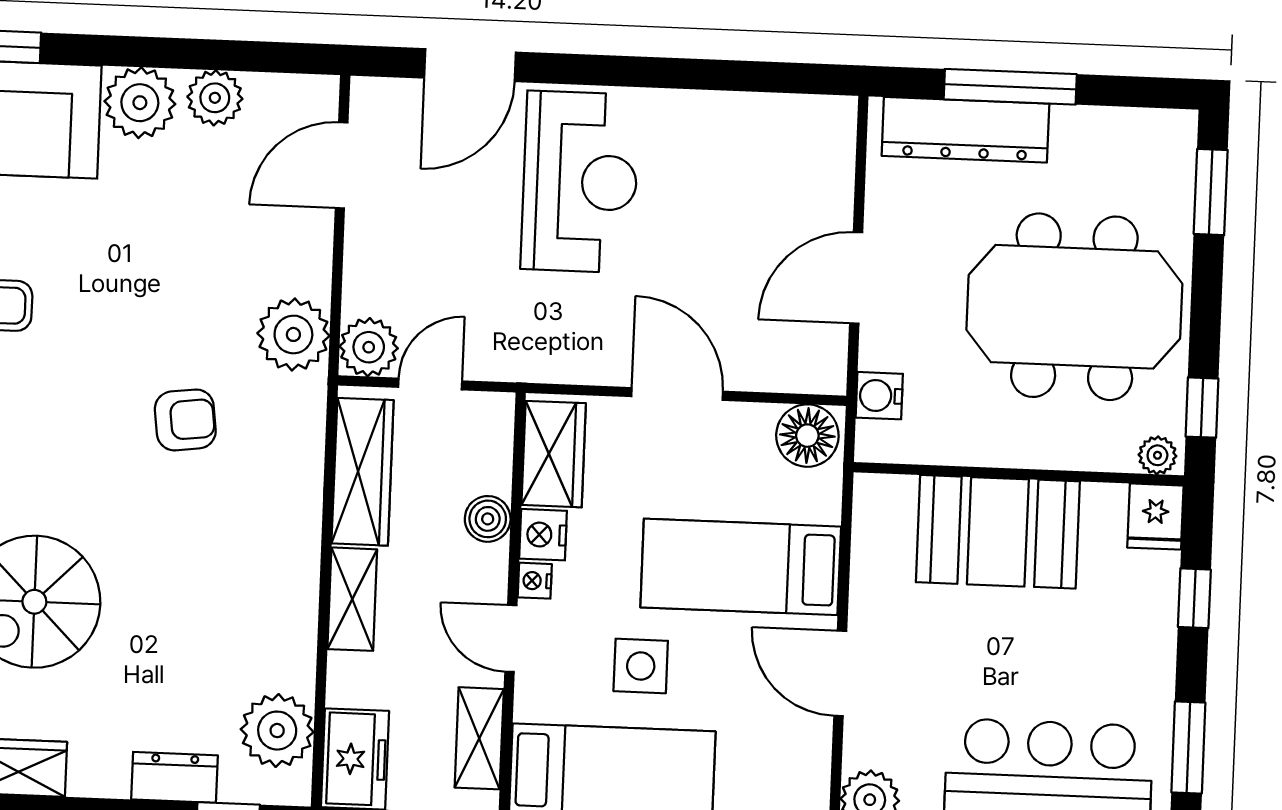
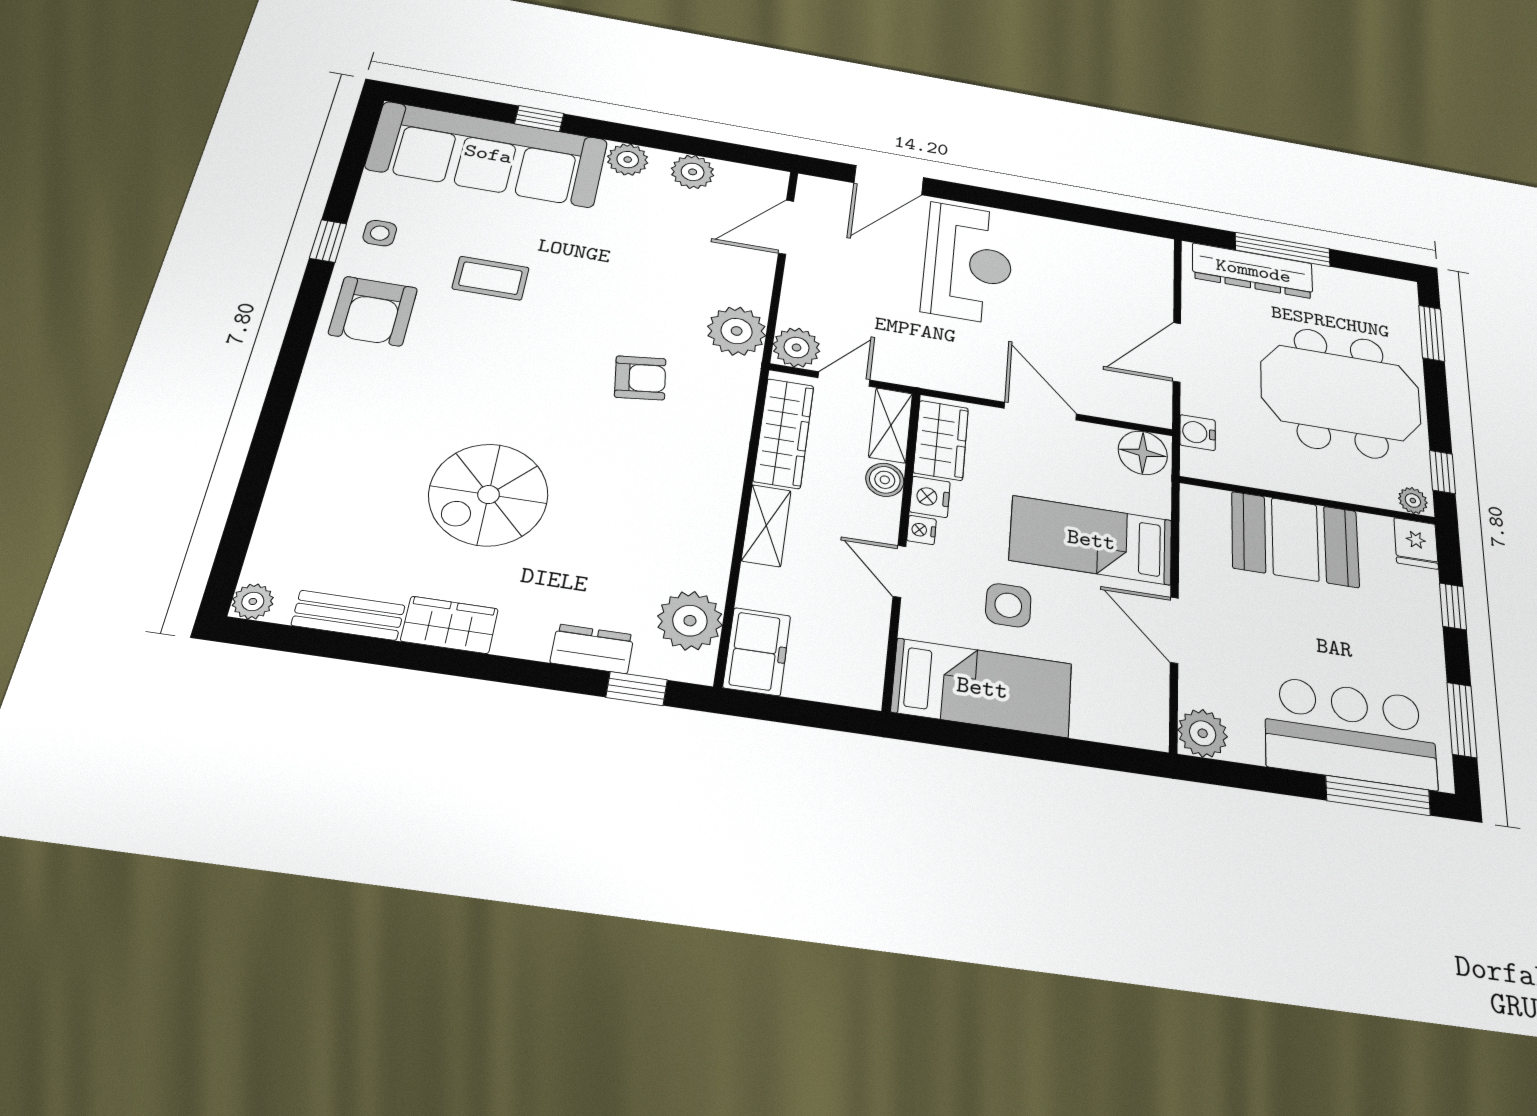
plant: (140, 103) -> (628, 160), width x0.73, depth x0.73
shelving: (479, 738) -> (891, 425), moved

